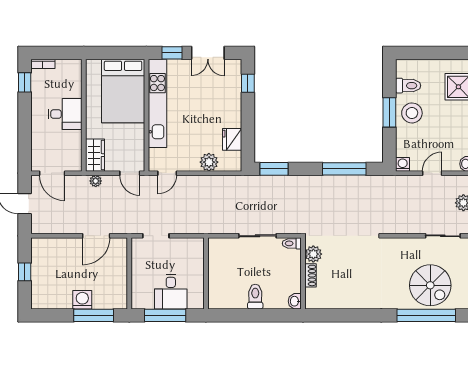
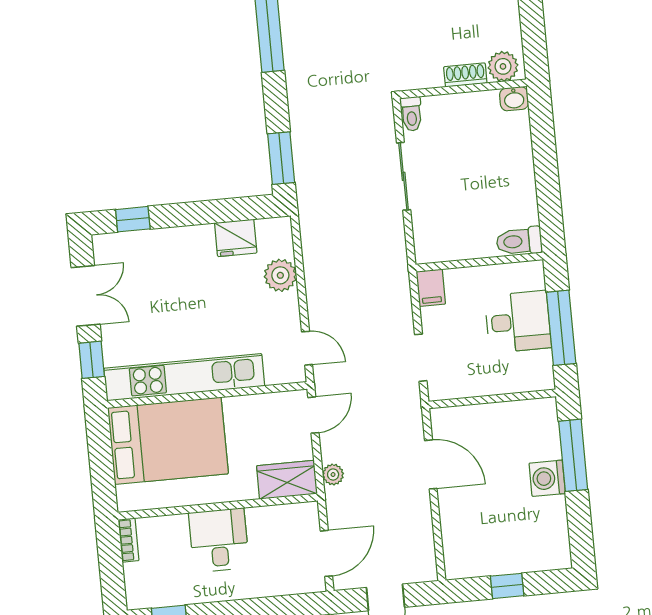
bookcase: (43, 64) -> (129, 540), moved
filing cabinet: (194, 245) -> (431, 288), added
plant: (313, 254) -> (503, 66), moved
toilet: (255, 297) -> (519, 241), moved

